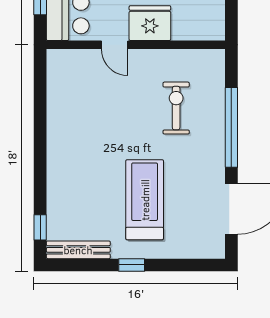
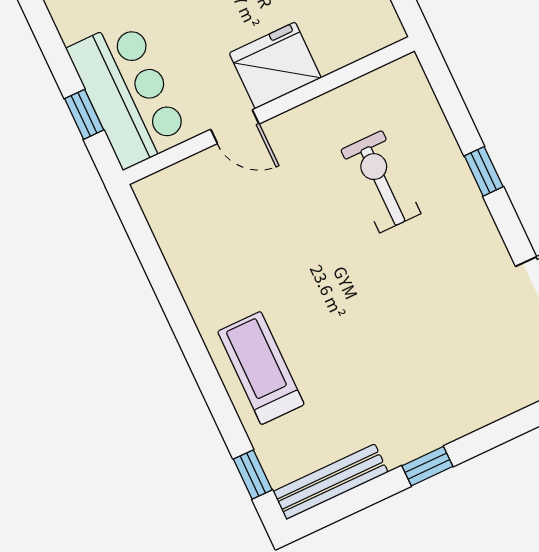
window: (231, 127) -> (484, 171), width x0.32
treadmill: (145, 200) -> (261, 368), moved, width x0.73, depth x0.73

